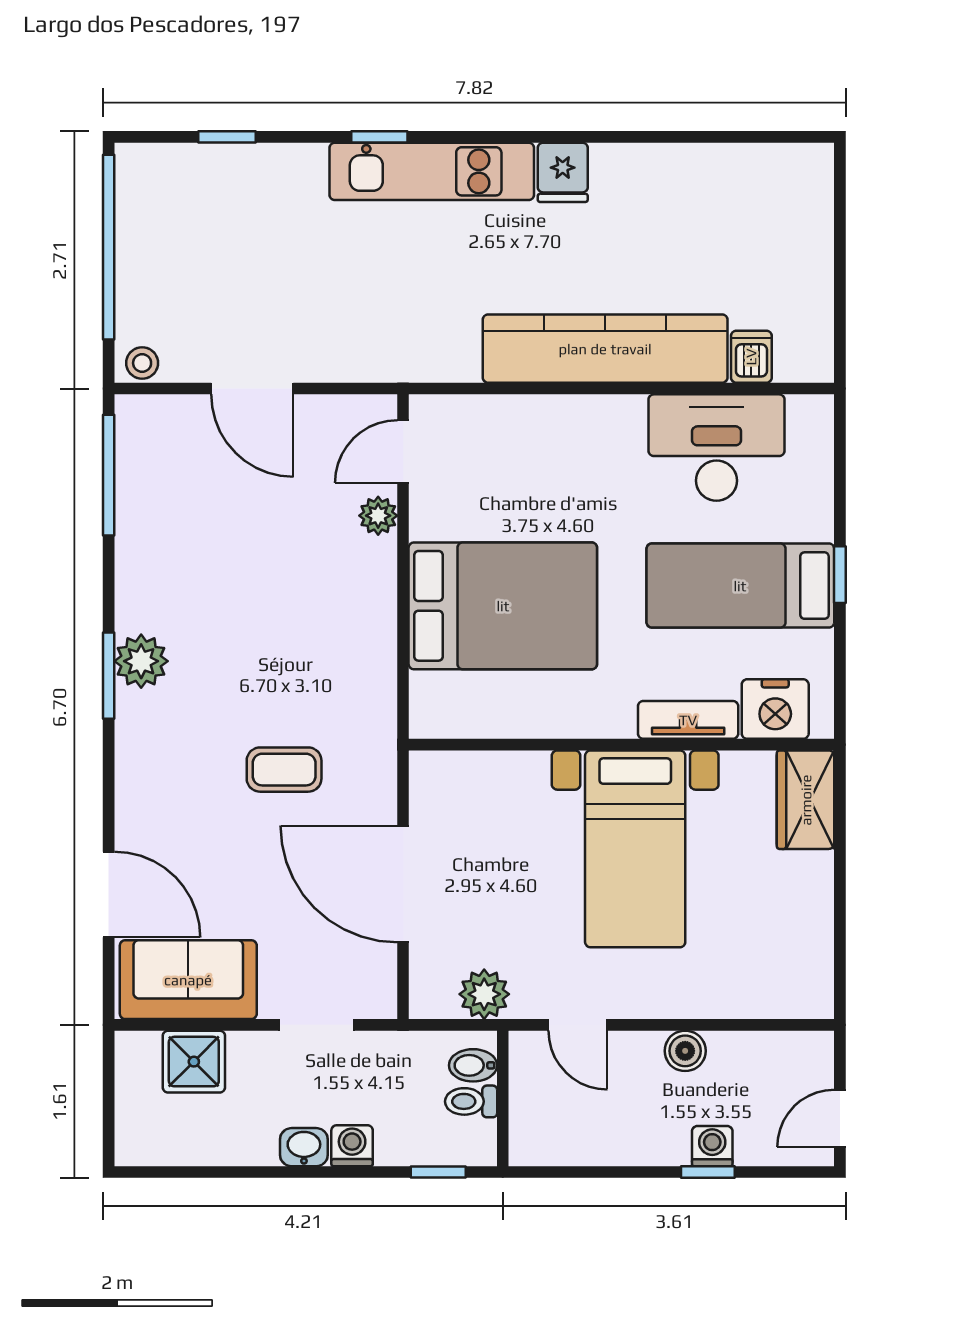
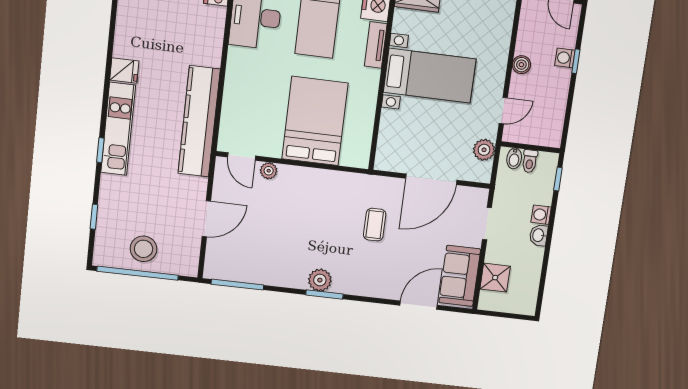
kitchen counter: (605, 349) -> (199, 121), moved
stool: (142, 363) -> (144, 249), moved, width x1.89, depth x1.89

